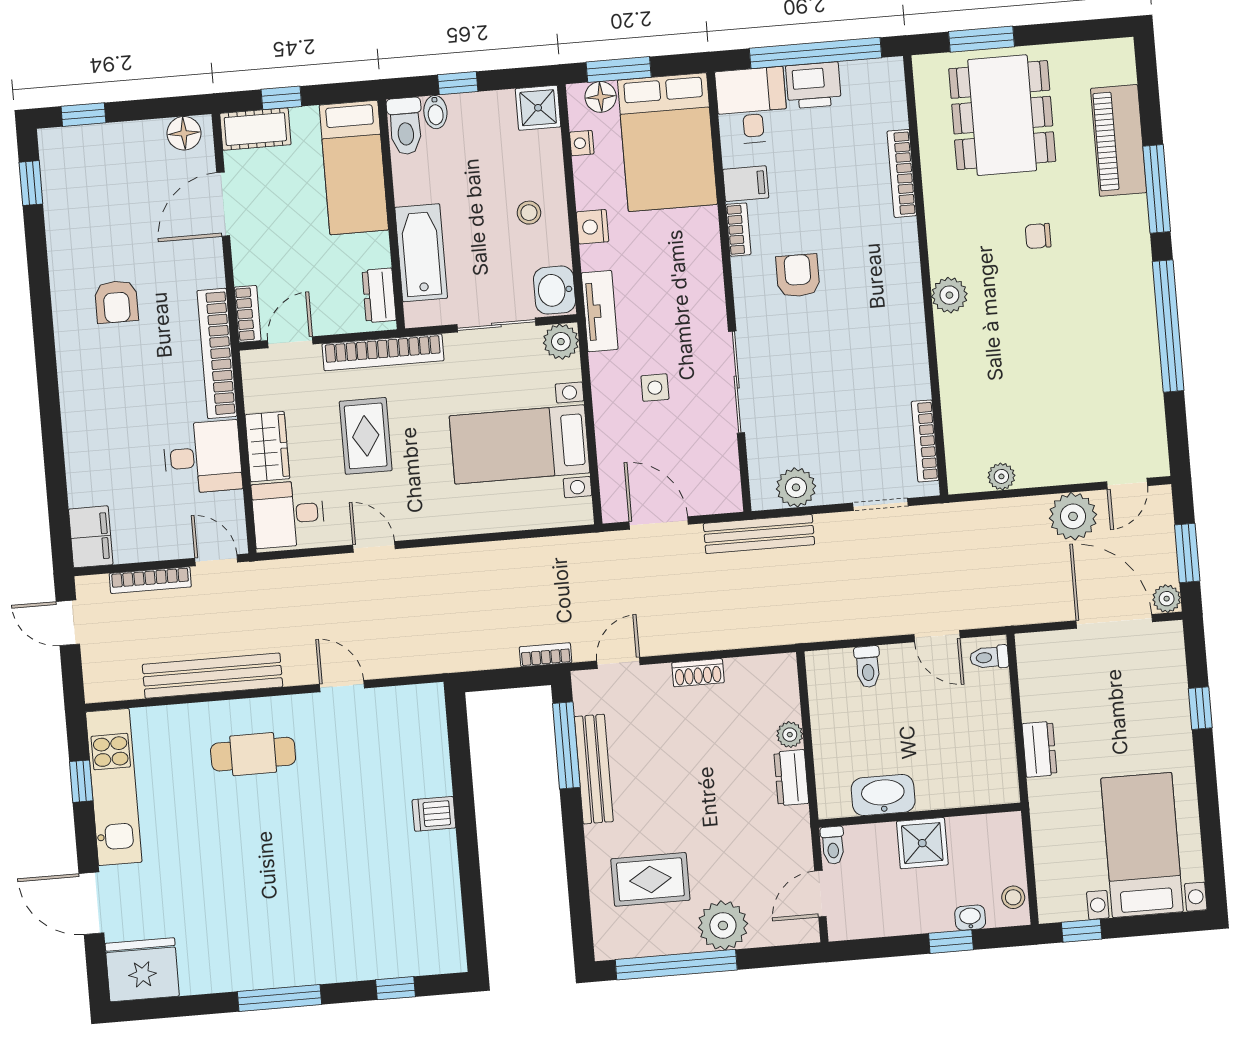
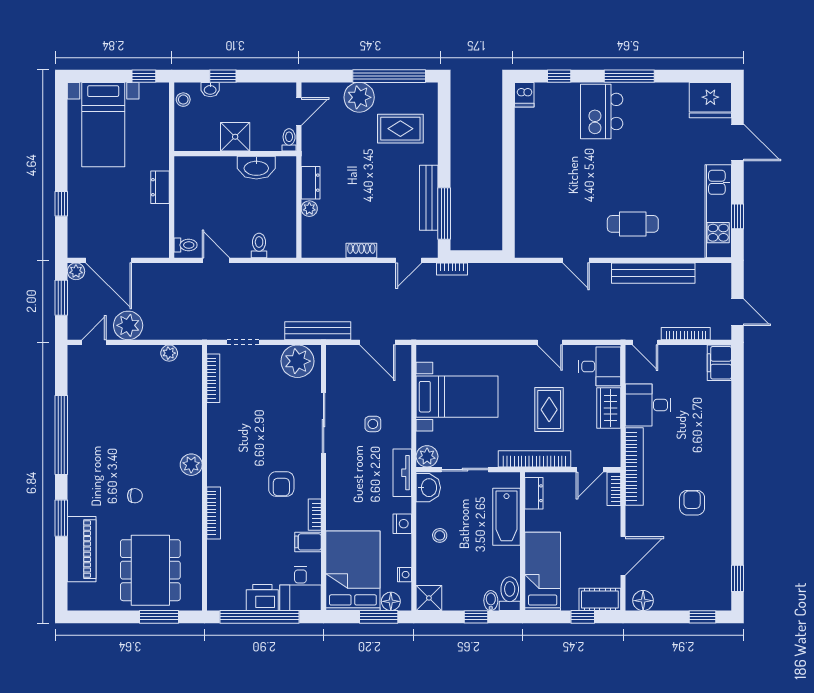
bookcase: (902, 173) -> (214, 513), moved
window: (1157, 189) -> (61, 518), width x0.69
plant: (796, 487) -> (297, 361), width x1.36, depth x1.36
dishwasher: (434, 814) -> (524, 95), moved, turned 90
kitchen island: (320, 936) -> (602, 111), added

